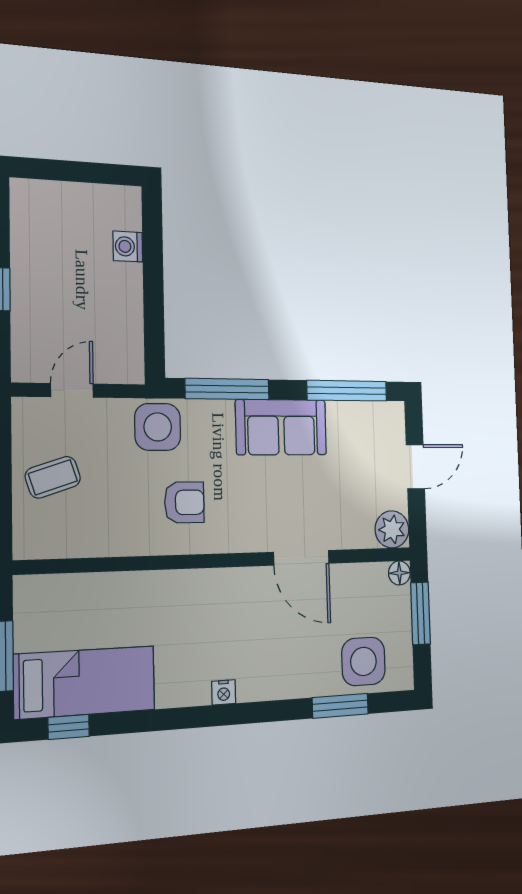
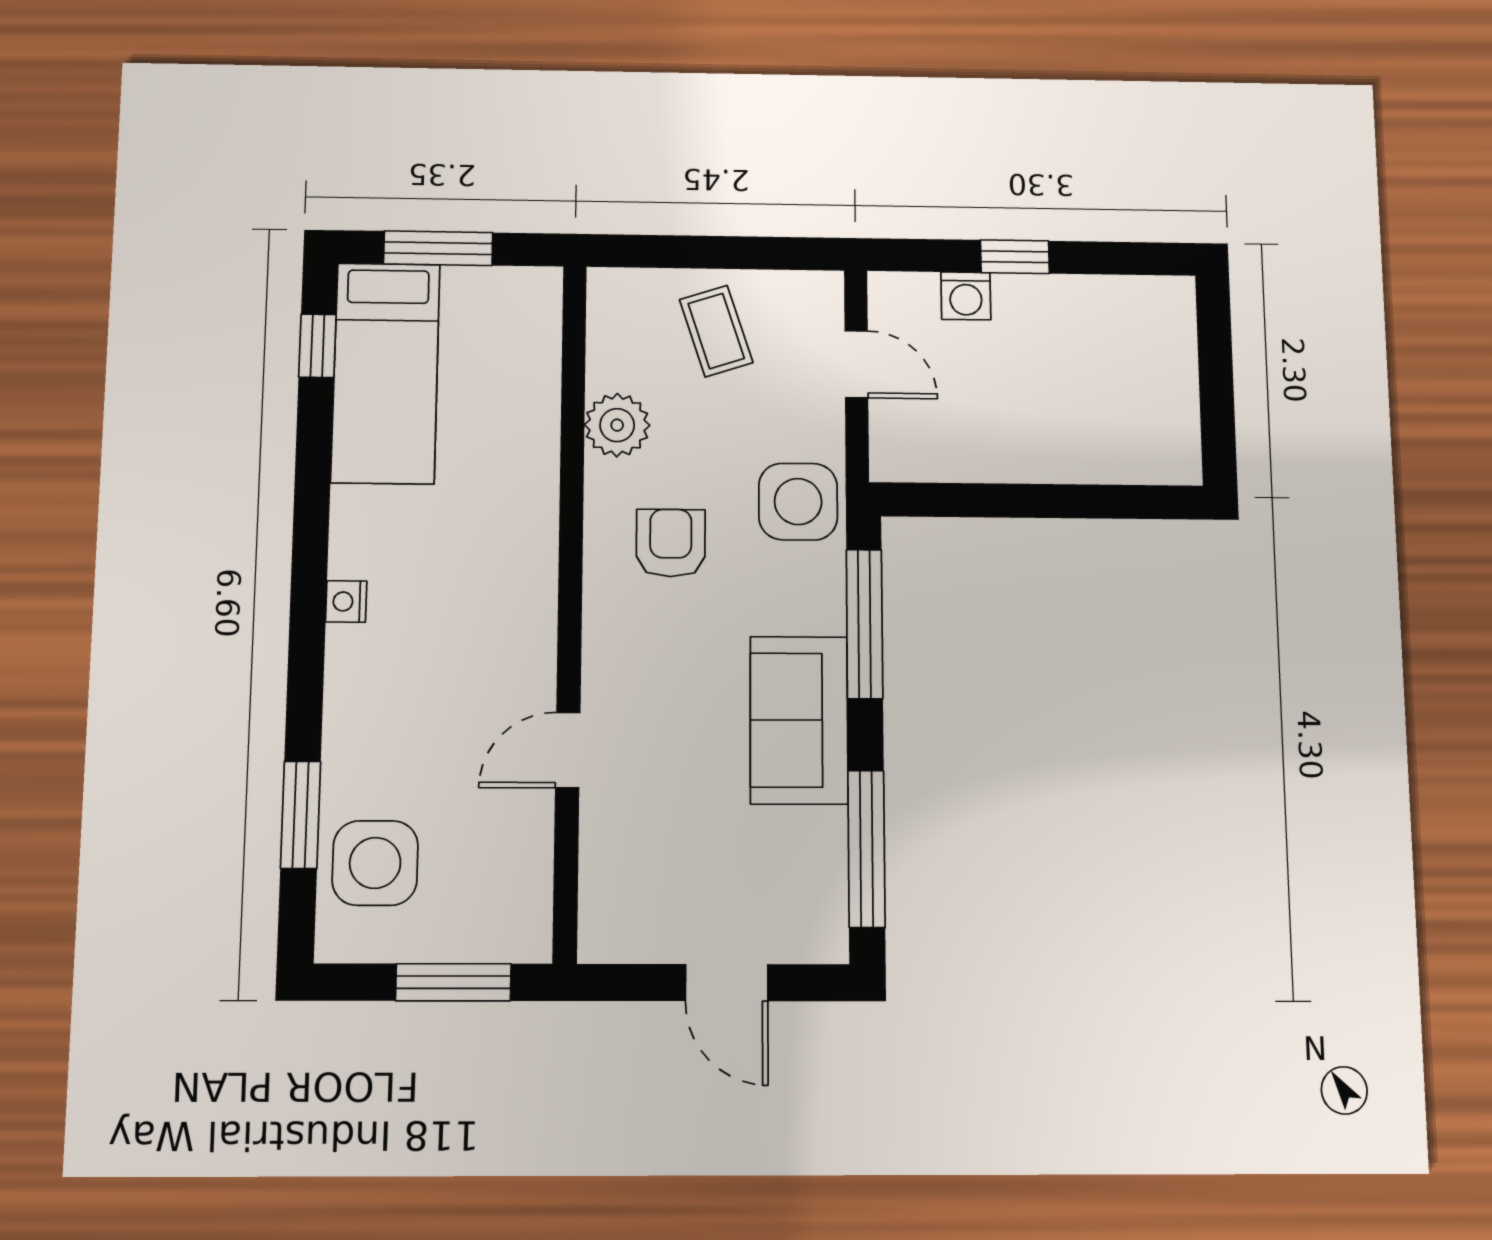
washing machine: (128, 247) -> (966, 296), moved, turned 180
armchair: (184, 502) -> (671, 543), turned 180
plant: (392, 529) -> (617, 425), moved
door: (301, 558) -> (568, 750), width x0.73
floor lamp: (399, 573) -> (531, 942), removed

